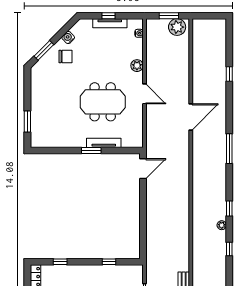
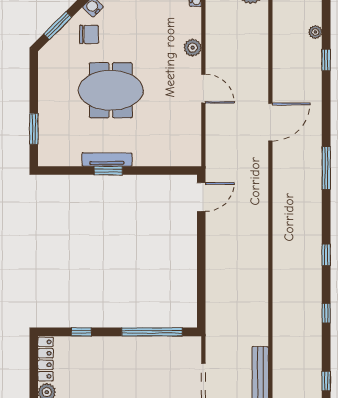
meeting table: (103, 102) -> (111, 90), moved
tv unit: (104, 143) -> (107, 160), moved
window: (91, 150) -> (108, 170), moved
plant: (222, 225) -> (315, 32), moved
window: (109, 262) -> (152, 332), width x3.17

